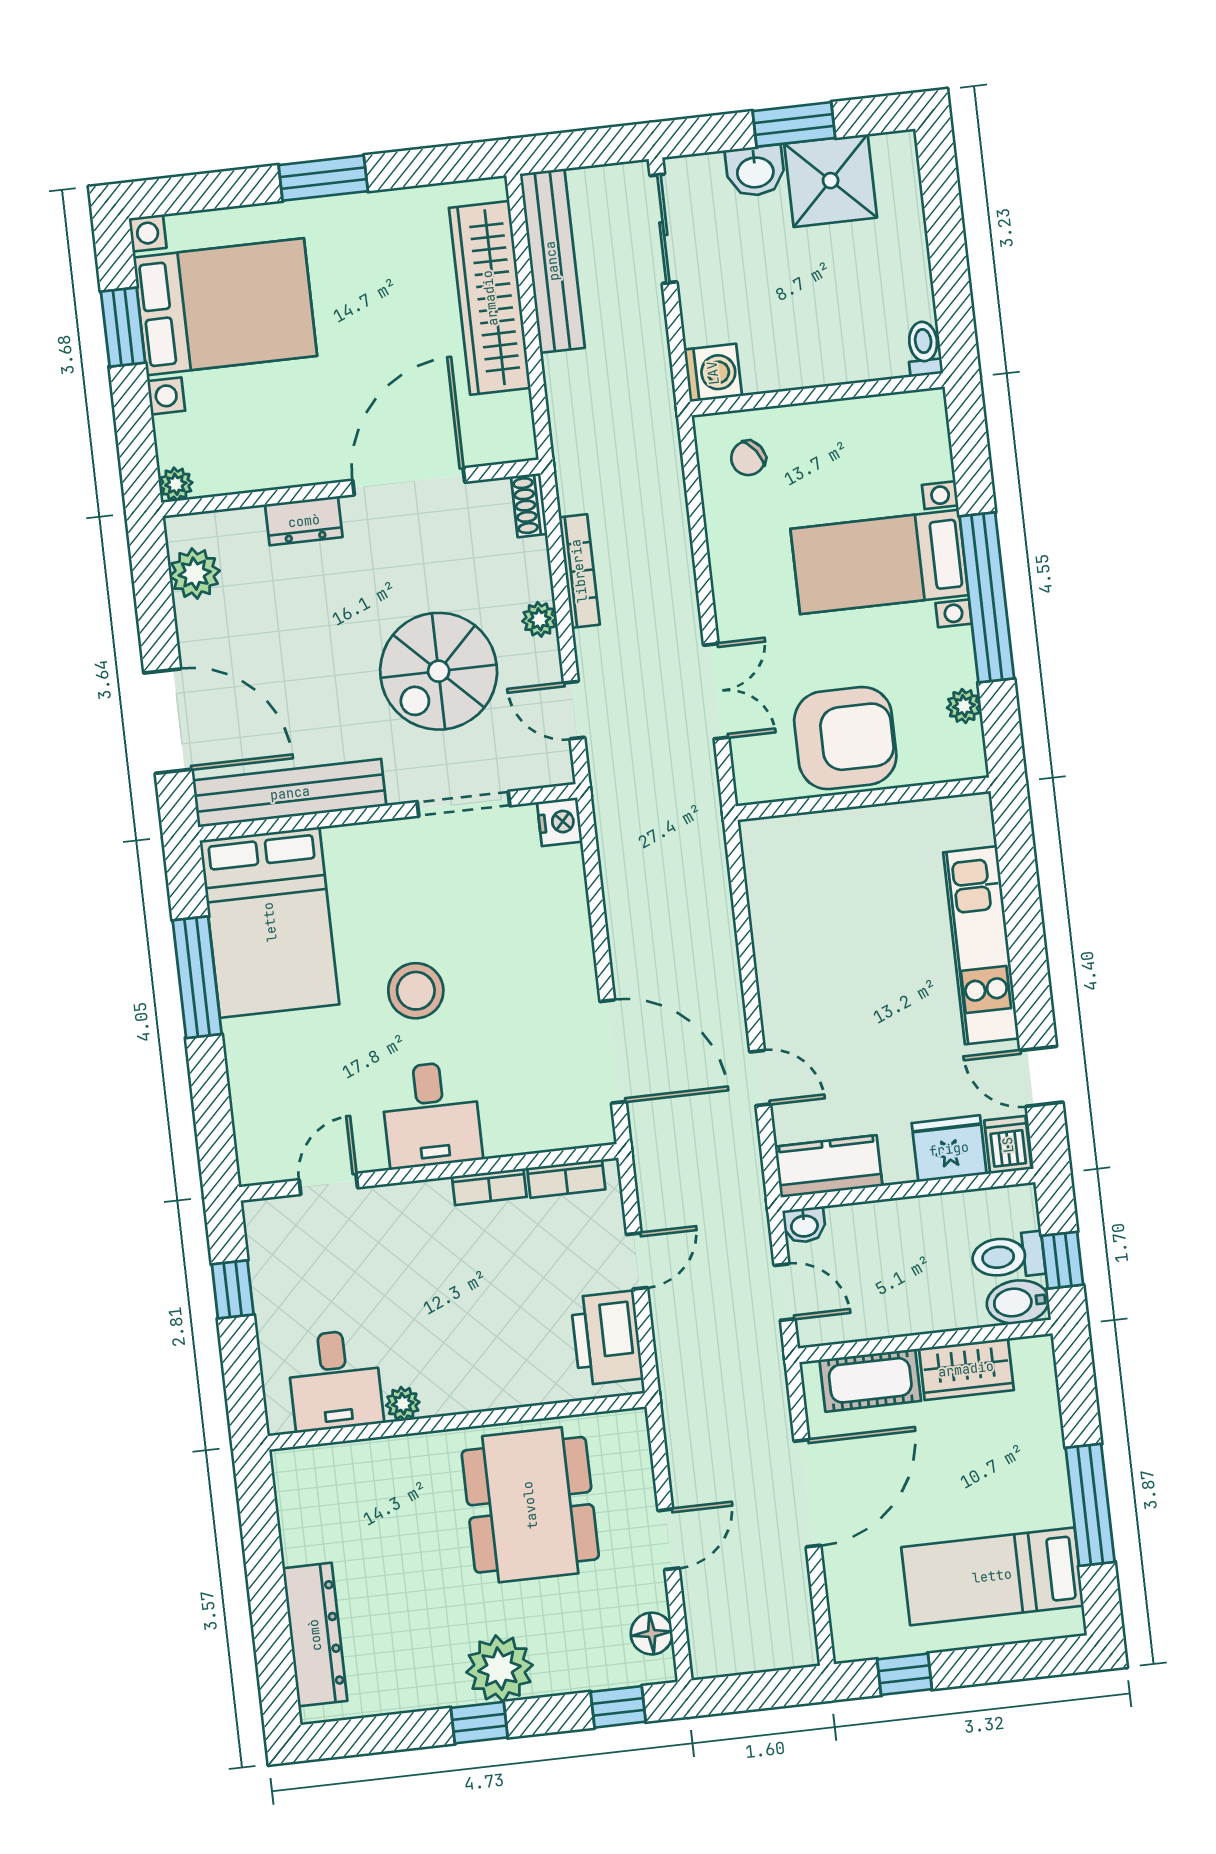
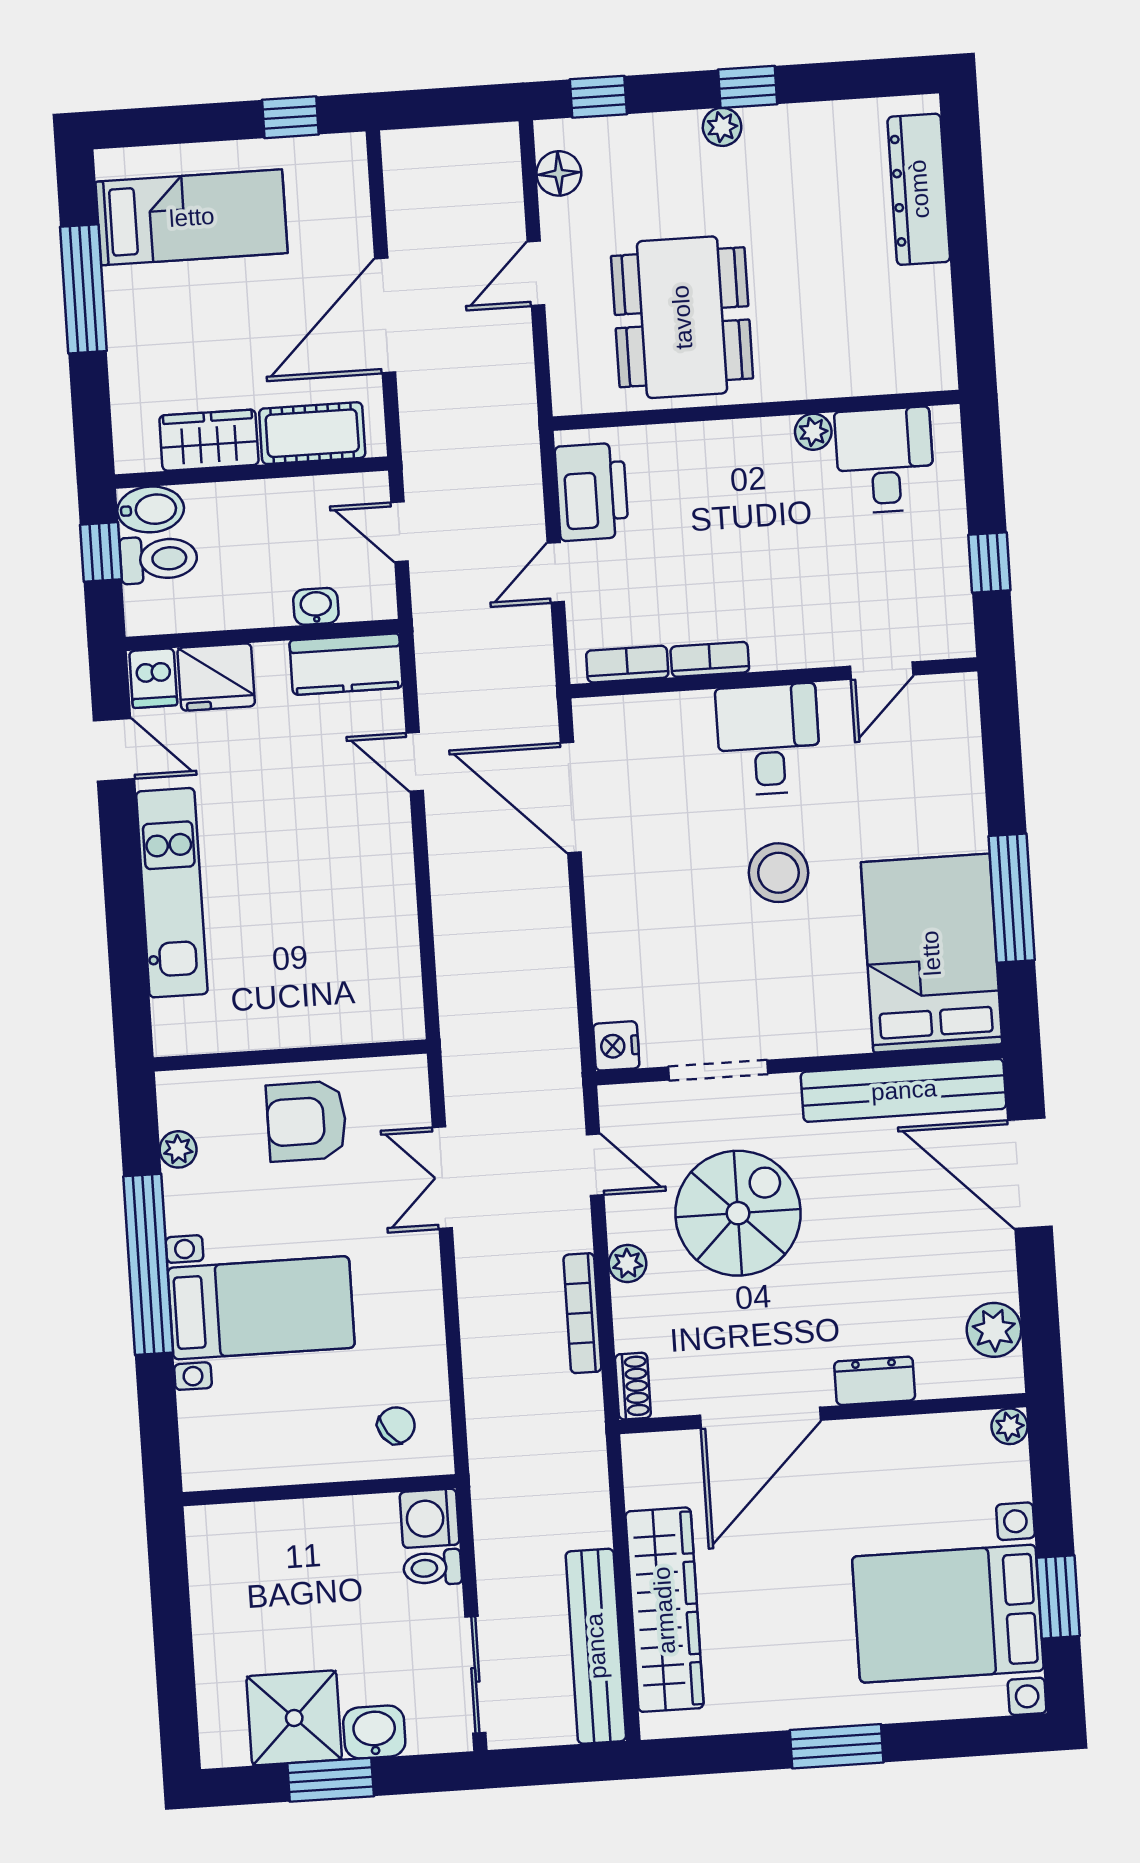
toilet: (924, 348) -> (432, 1568), moved, turned 90
armchair: (845, 738) -> (307, 1121), width x0.73, depth x0.73
washbasin: (804, 1225) -> (316, 606), moved
plant: (500, 1669) -> (722, 127), width x0.53, depth x0.53

